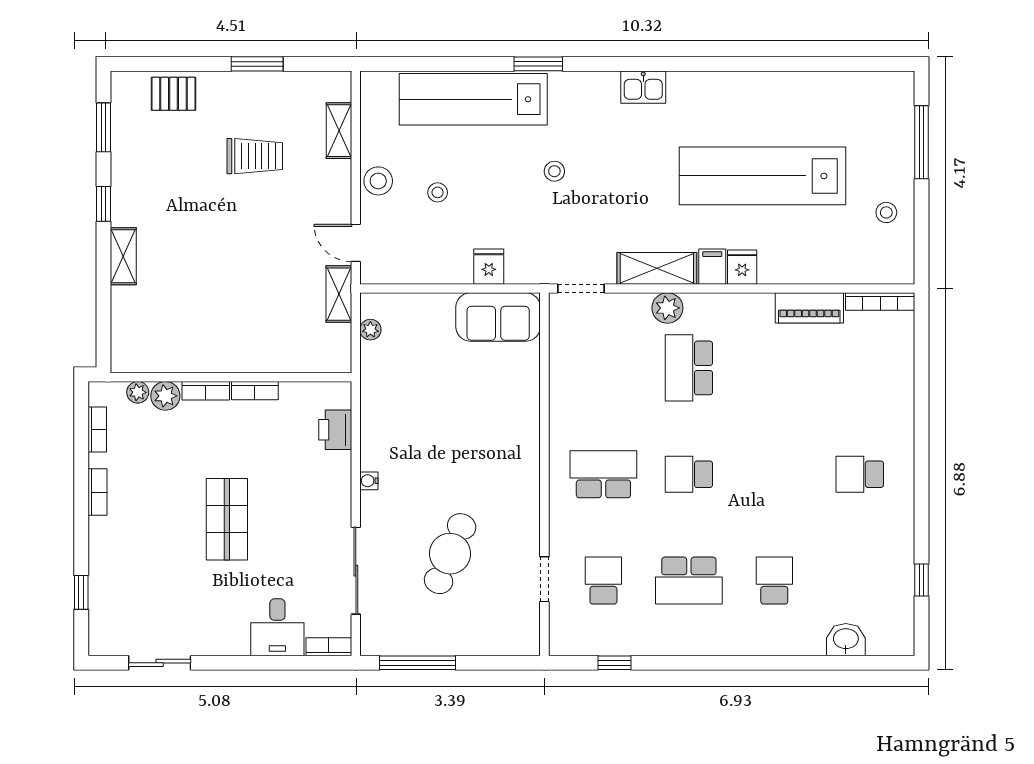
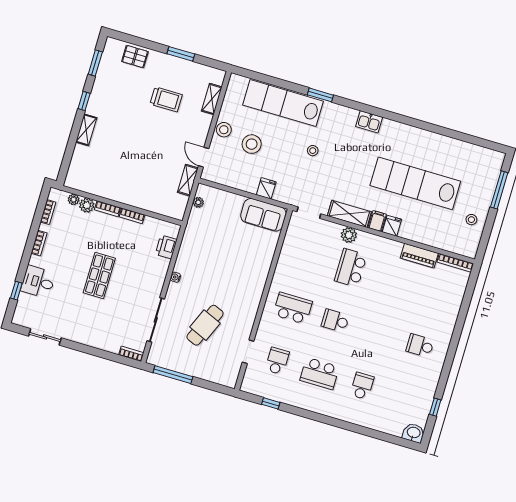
stool: (438, 192) -> (252, 144), width x1.89, depth x1.89
desk: (277, 627) -> (38, 282), moved, turned 90
washbasin: (846, 640) -> (414, 433), moved

